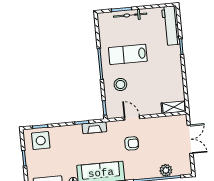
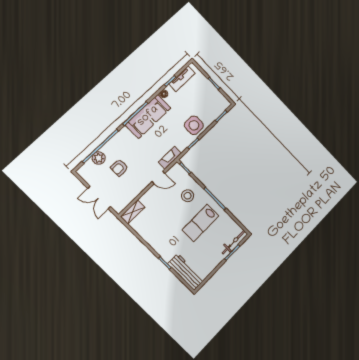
bicycle: (130, 15) -> (234, 242), moved
lab bench: (128, 54) -> (200, 223), turned 180
fireplace: (94, 128) -> (170, 158), moved
side table: (41, 141) -> (194, 125), moved
armchair: (132, 143) -> (119, 168), moved

